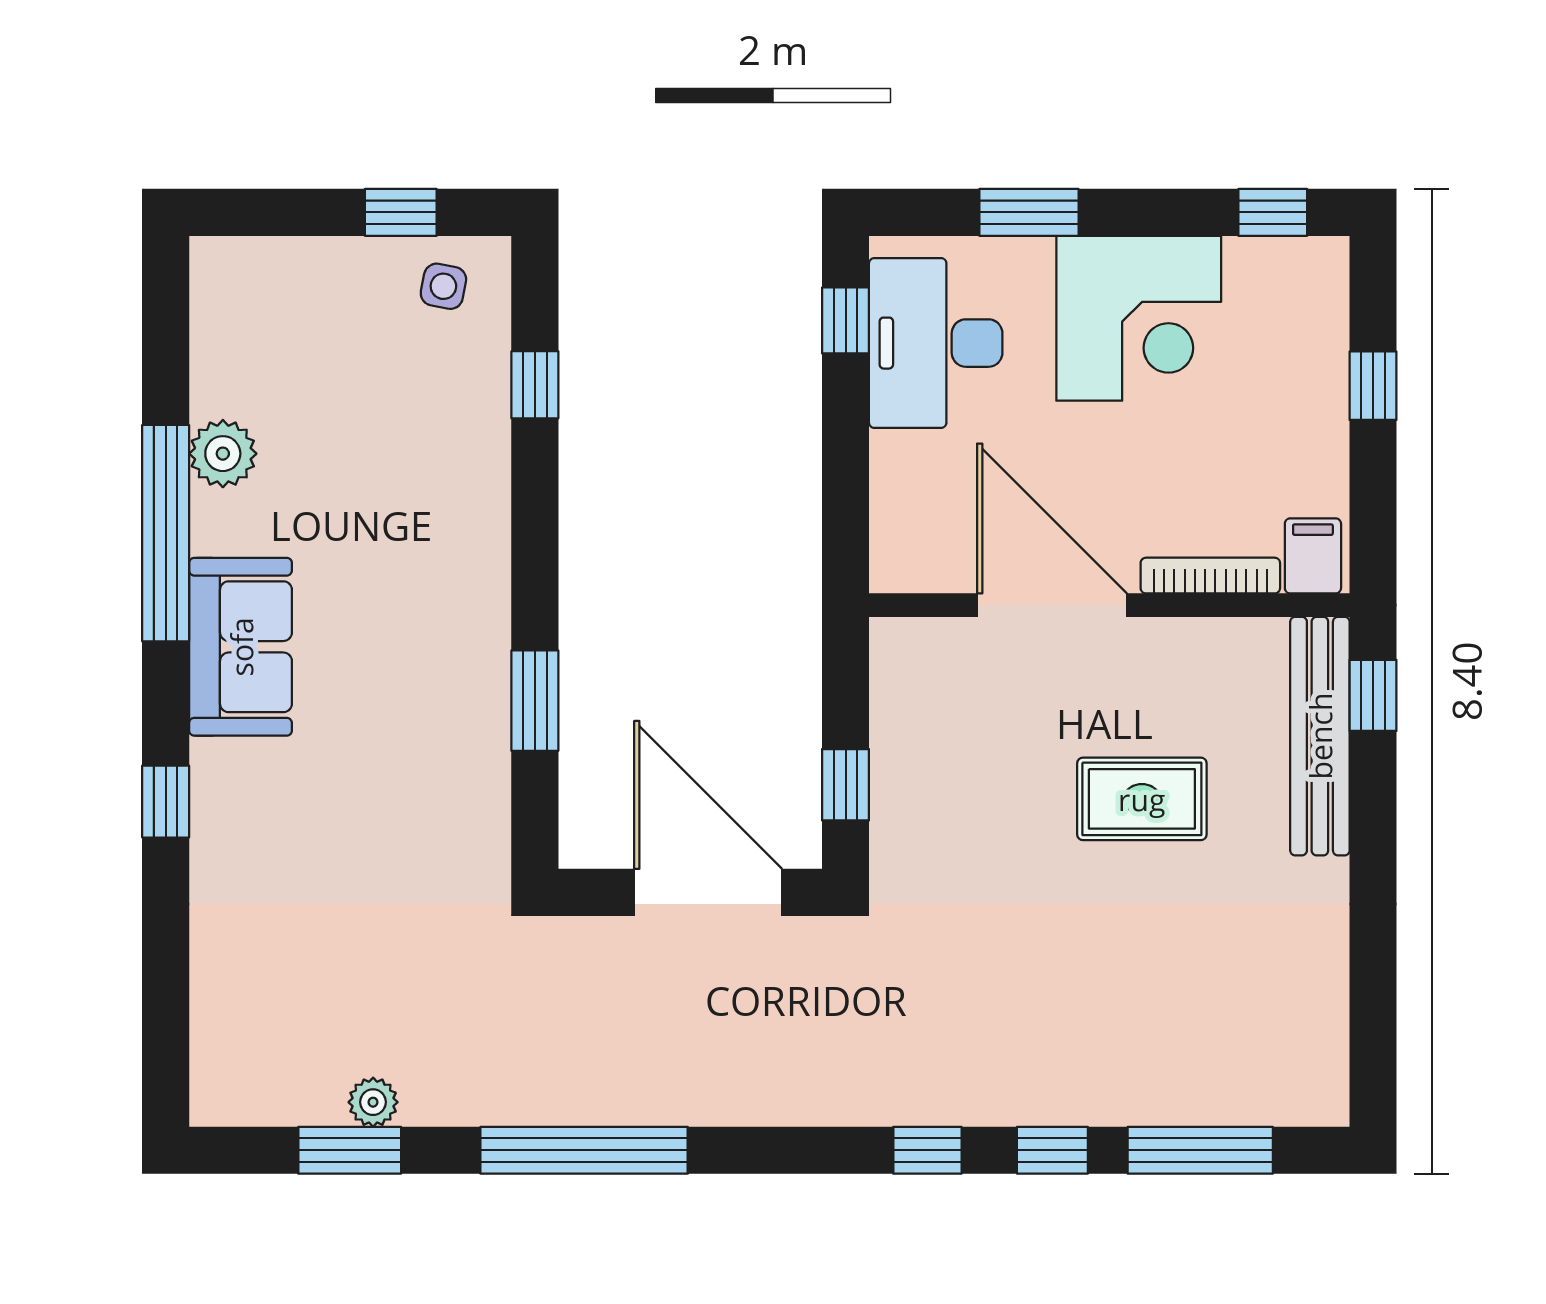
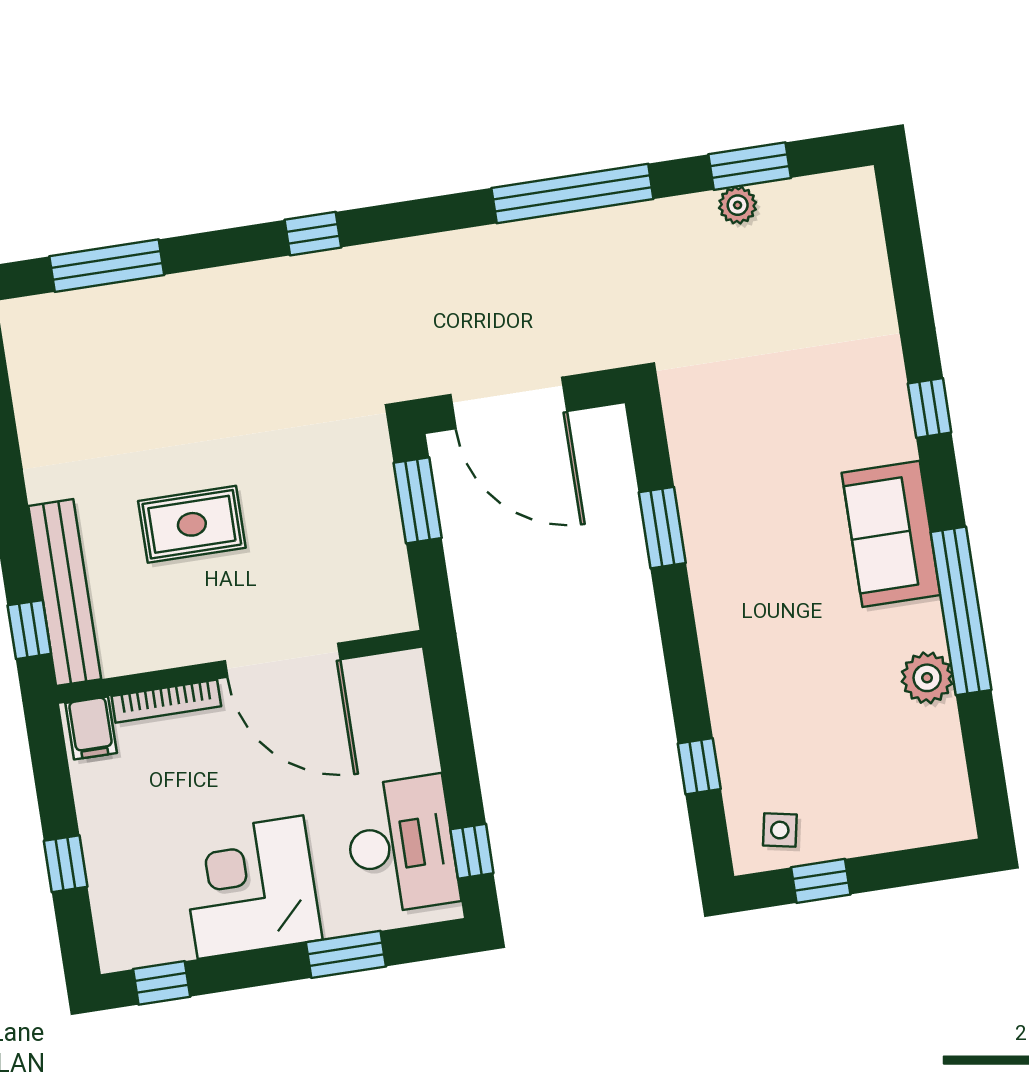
window: (846, 785) -> (418, 500), width x1.50
window: (1052, 1150) -> (218, 248), removed

